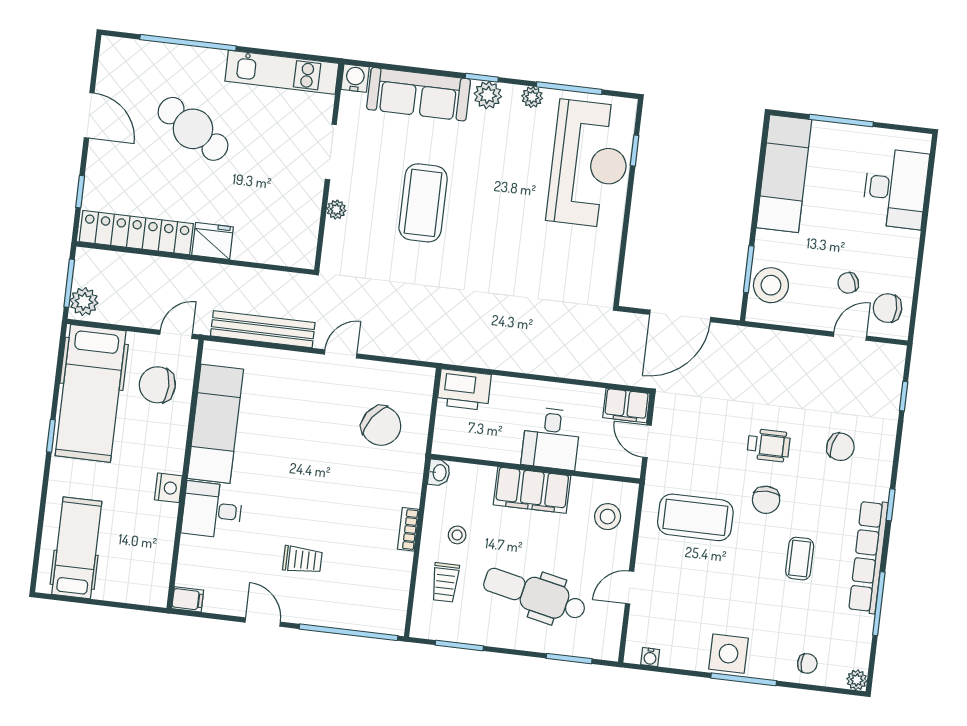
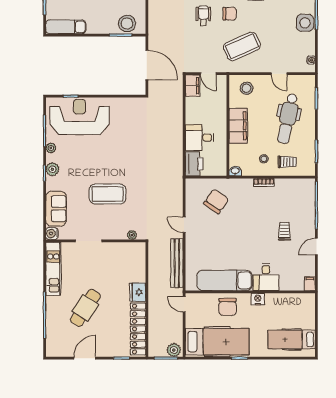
sofa: (419, 94) -> (56, 209), width x0.73
exam couch: (784, 174) -> (66, 27), width x0.73, depth x0.69
plant: (336, 210) -> (132, 235), moved
chair: (157, 385) -> (228, 307), moved
desk: (551, 438) -> (200, 138), moved, turned 180
door: (647, 441) -> (208, 74), hinge flipped
coffee table: (695, 517) -> (242, 46), turned 66

